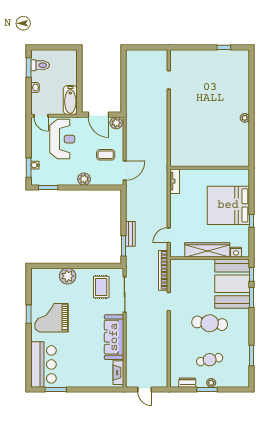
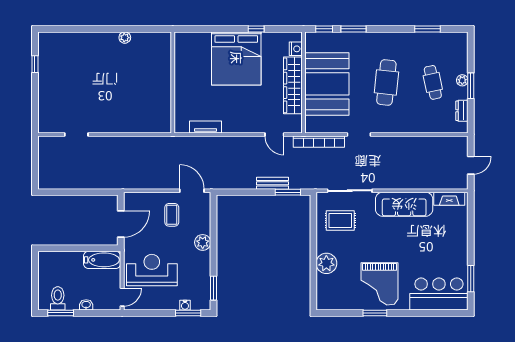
plant: (116, 123) -> (131, 201), removed
wall: (210, 168) -> (173, 82), moved
booth: (232, 284) -> (327, 84), moved, turned 90

